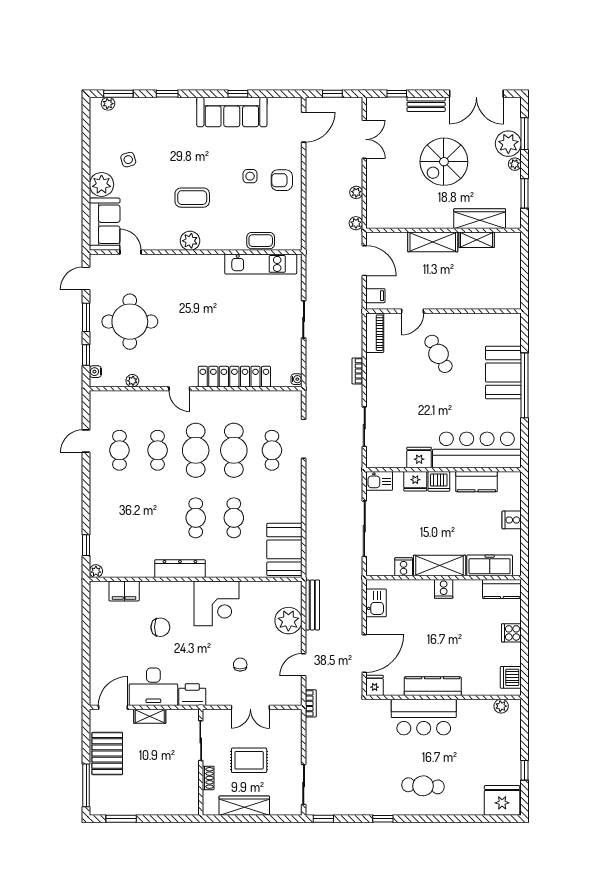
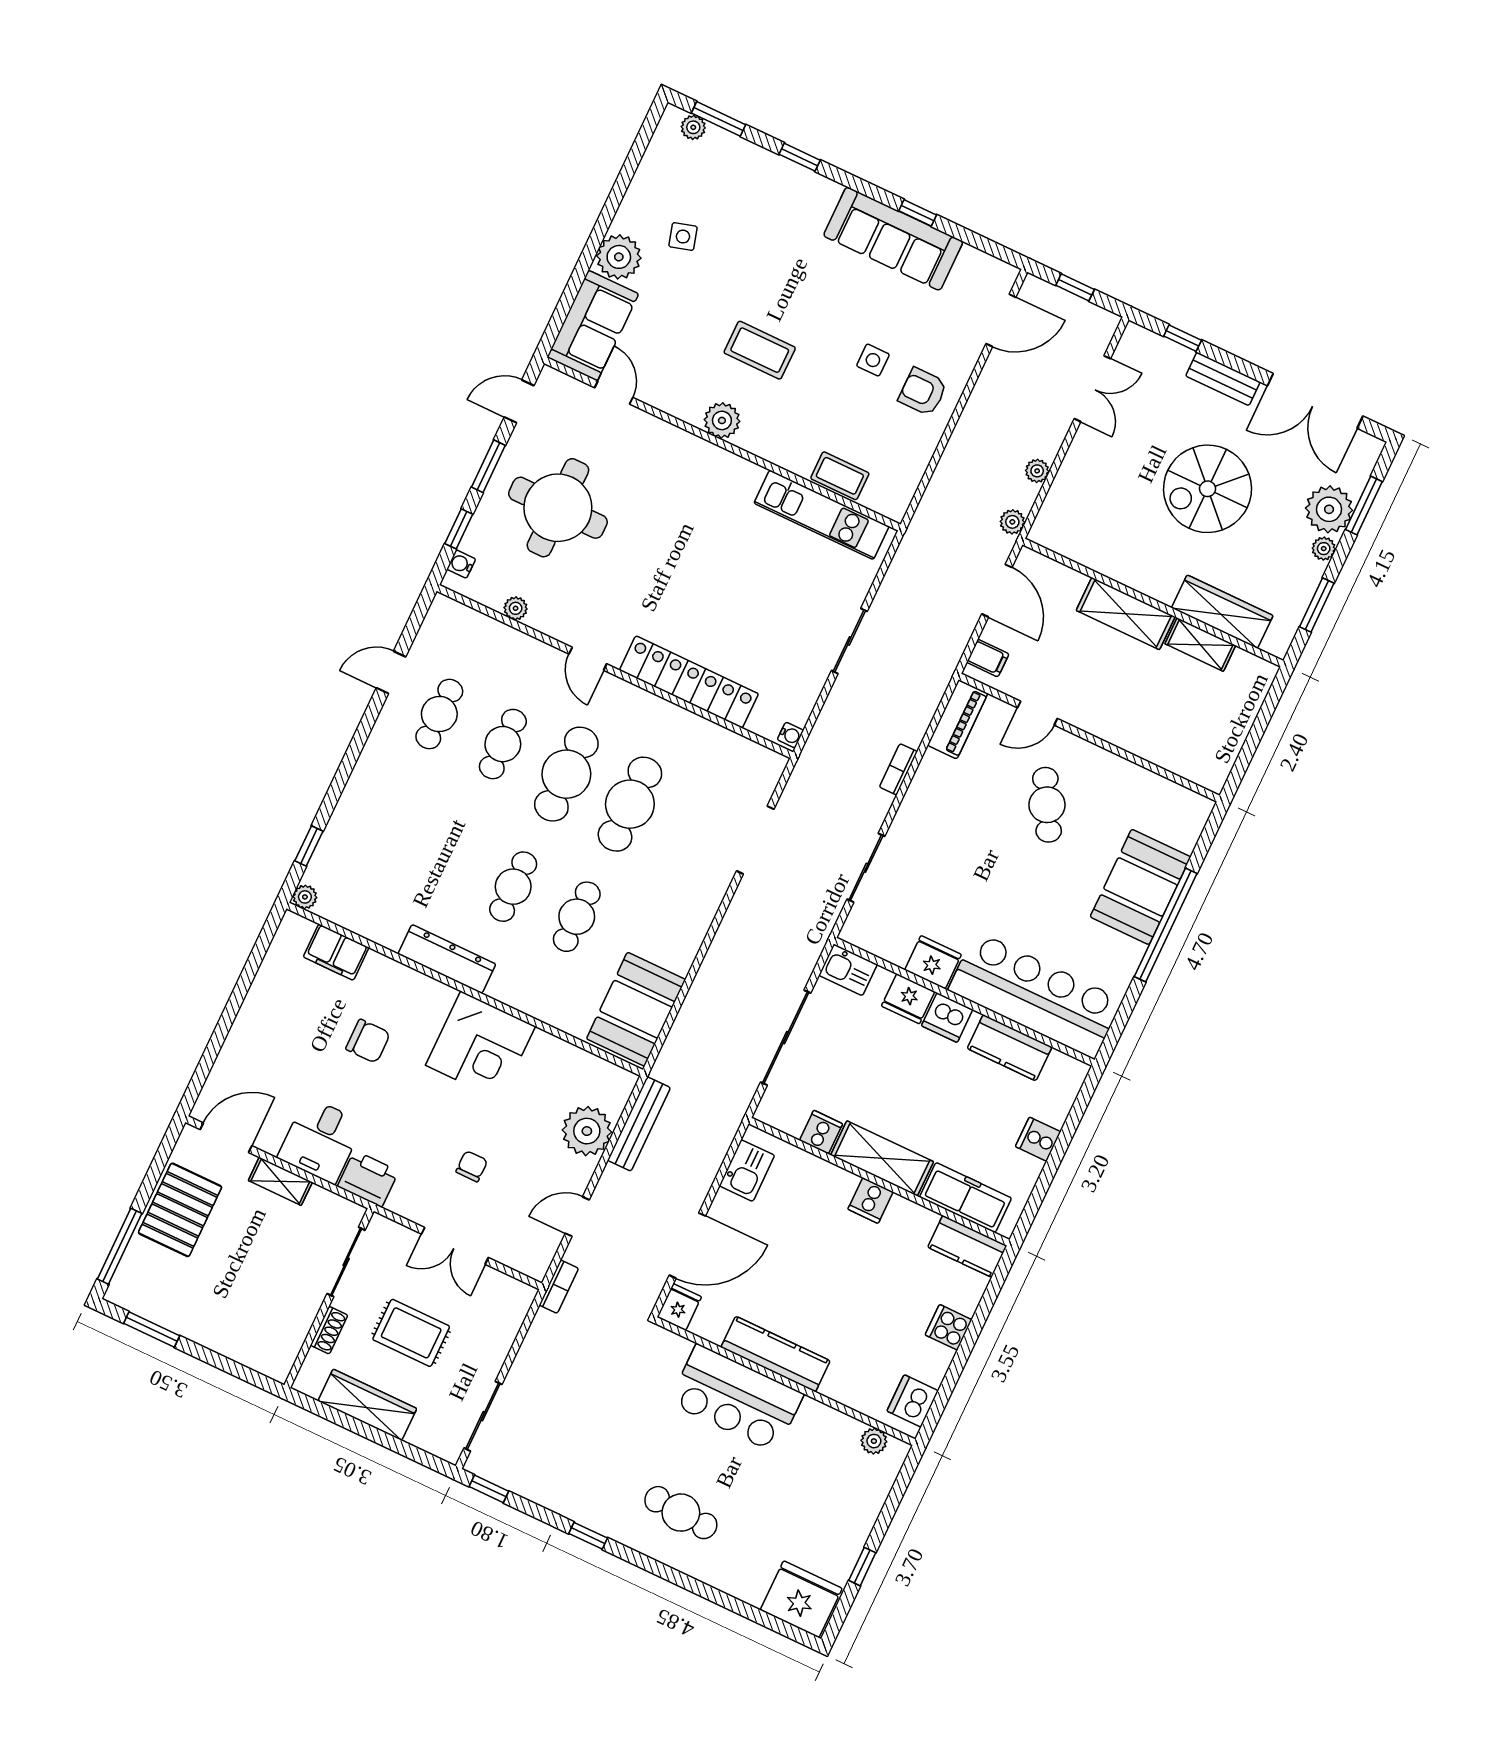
cafe table: (272, 450) -> (693, 834), removed
desk: (153, 687) -> (320, 1140), width x0.73

